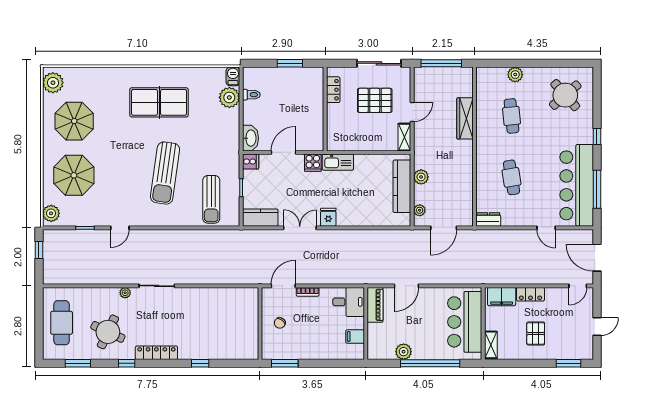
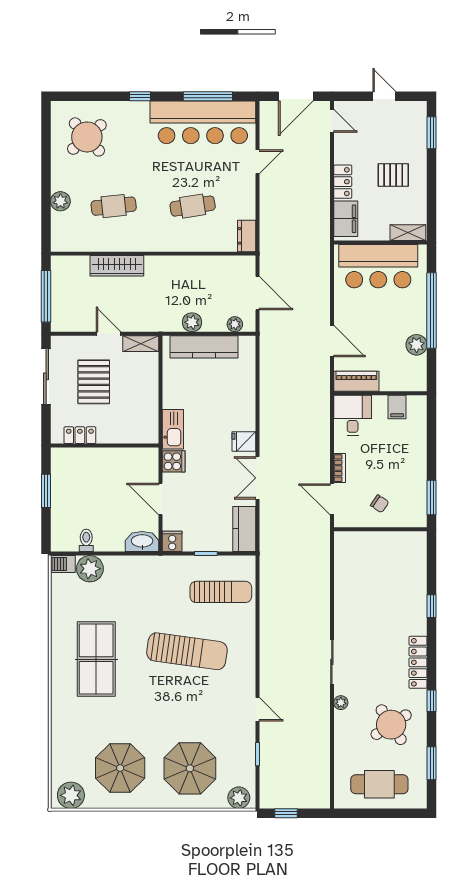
round table: (108, 332) -> (391, 725), turned 32

